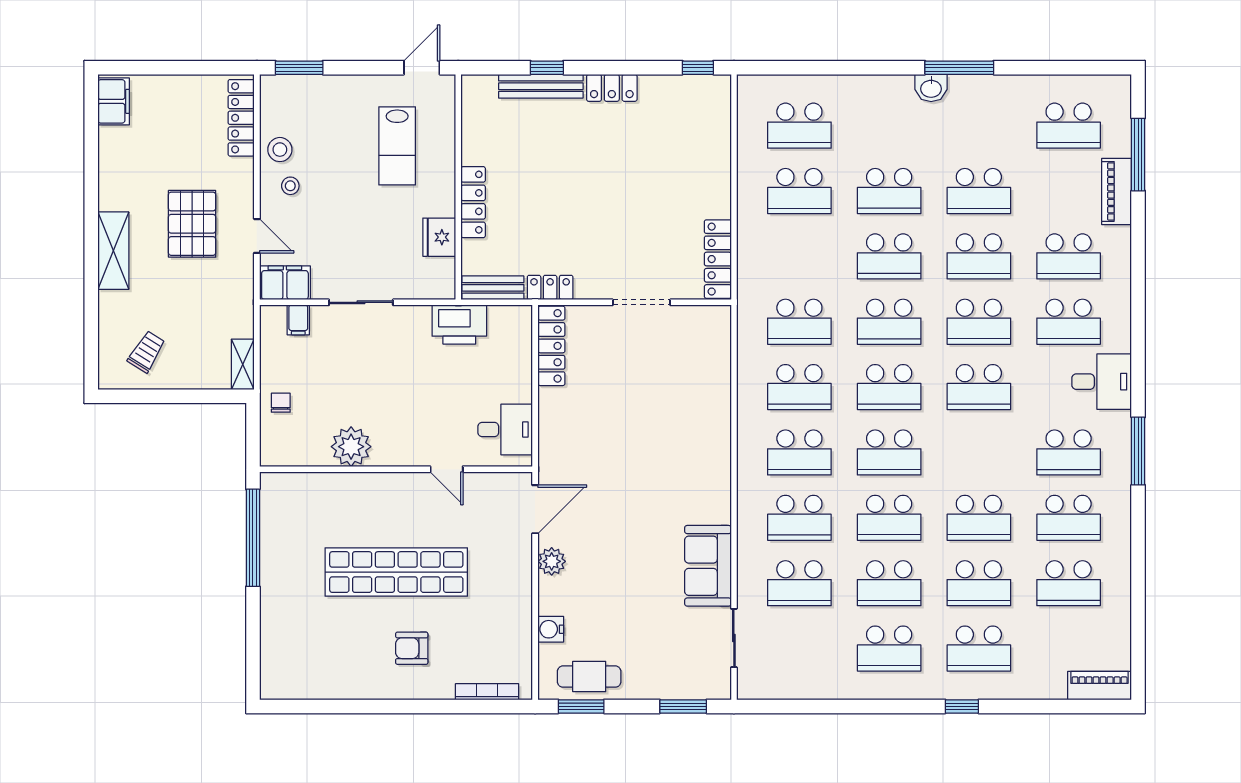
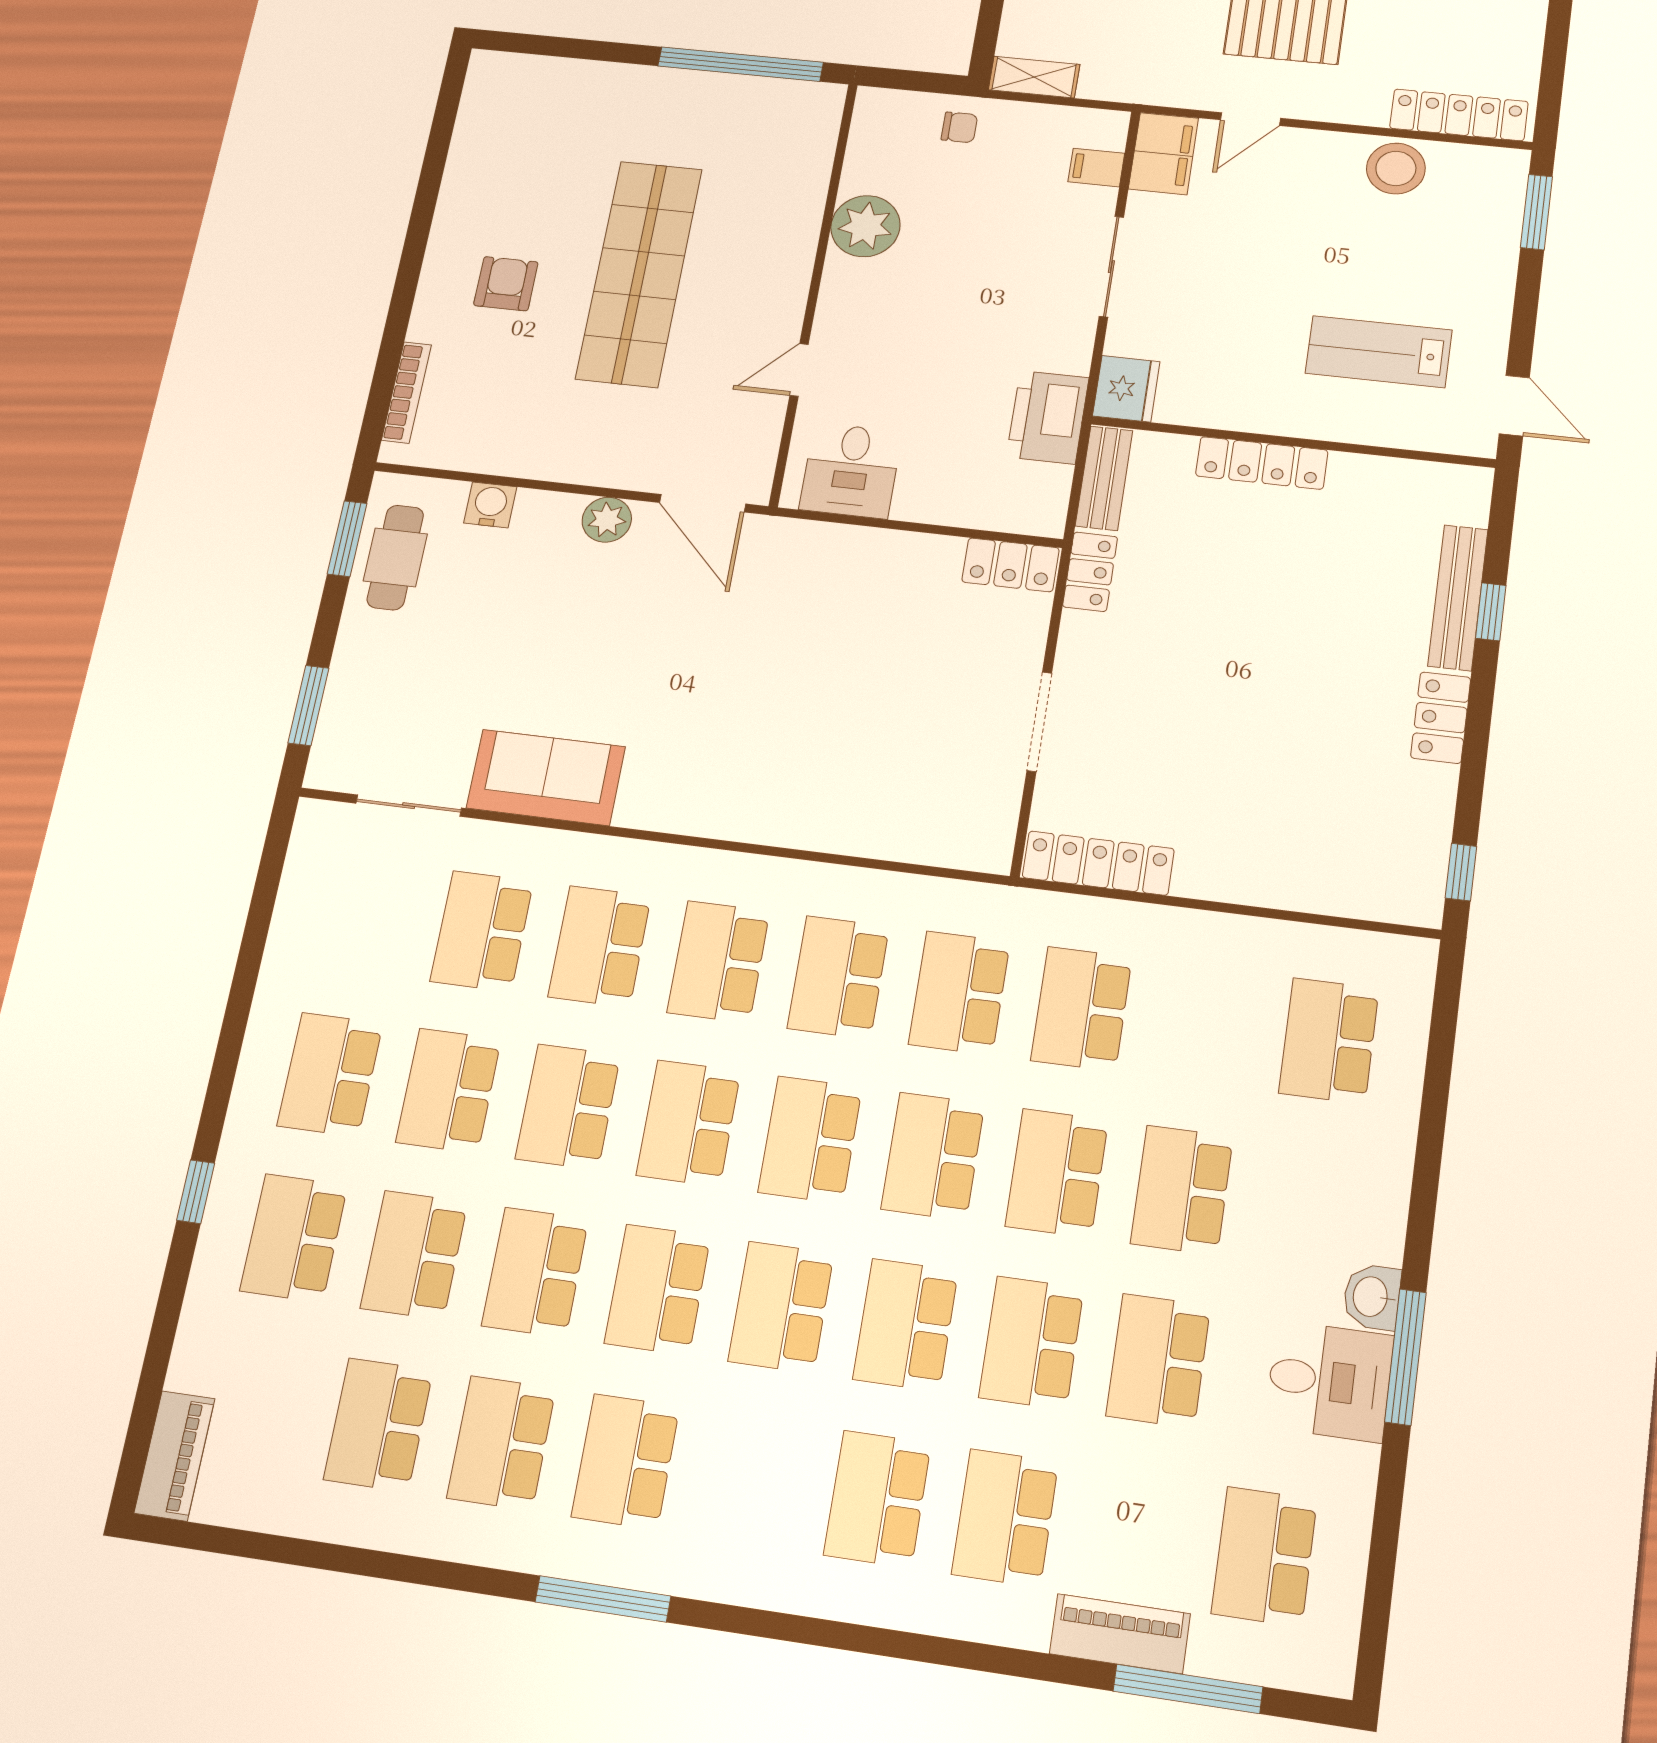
stool: (280, 150) -> (1396, 168), width x1.38, depth x1.38
stool: (290, 186) -> (1330, 178), removed
school desk: (799, 191) -> (1081, 1009), moved
fridge: (439, 237) -> (1126, 389), moved, turned 90
locker: (551, 346) -> (1010, 565), width x0.66
desk: (1102, 382) -> (1329, 1381), moved, turned -90
school desk: (979, 452) -> (658, 1290), added

